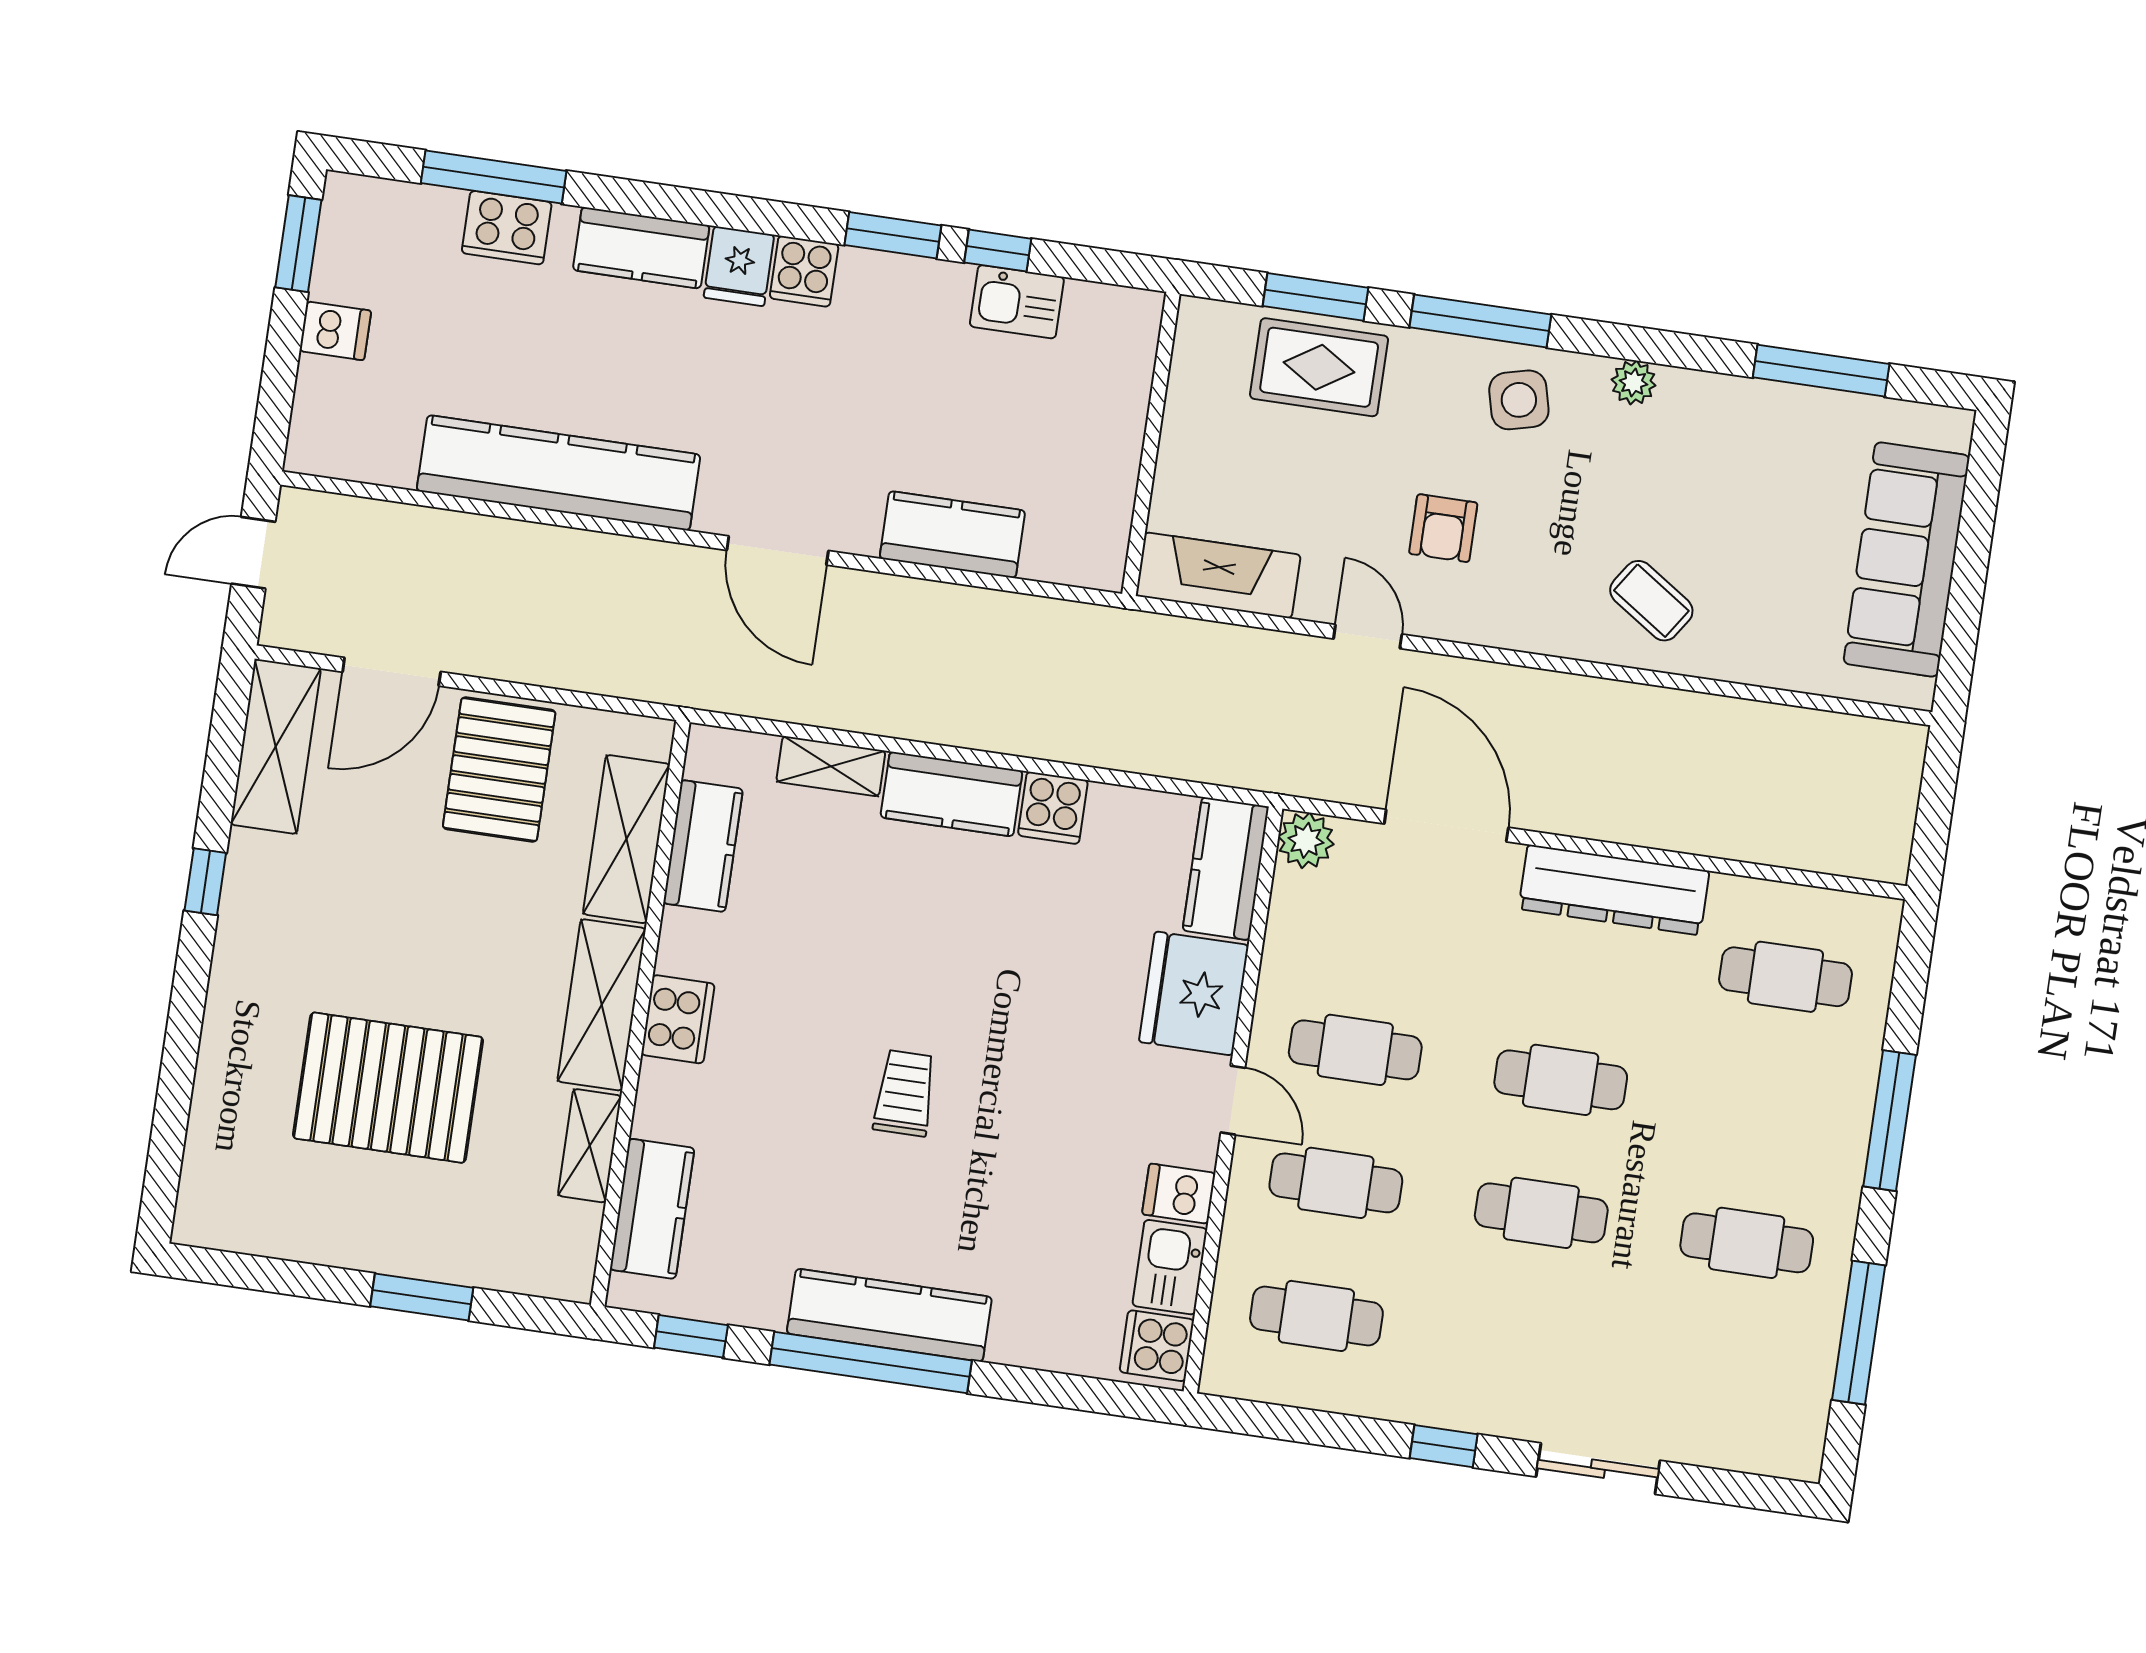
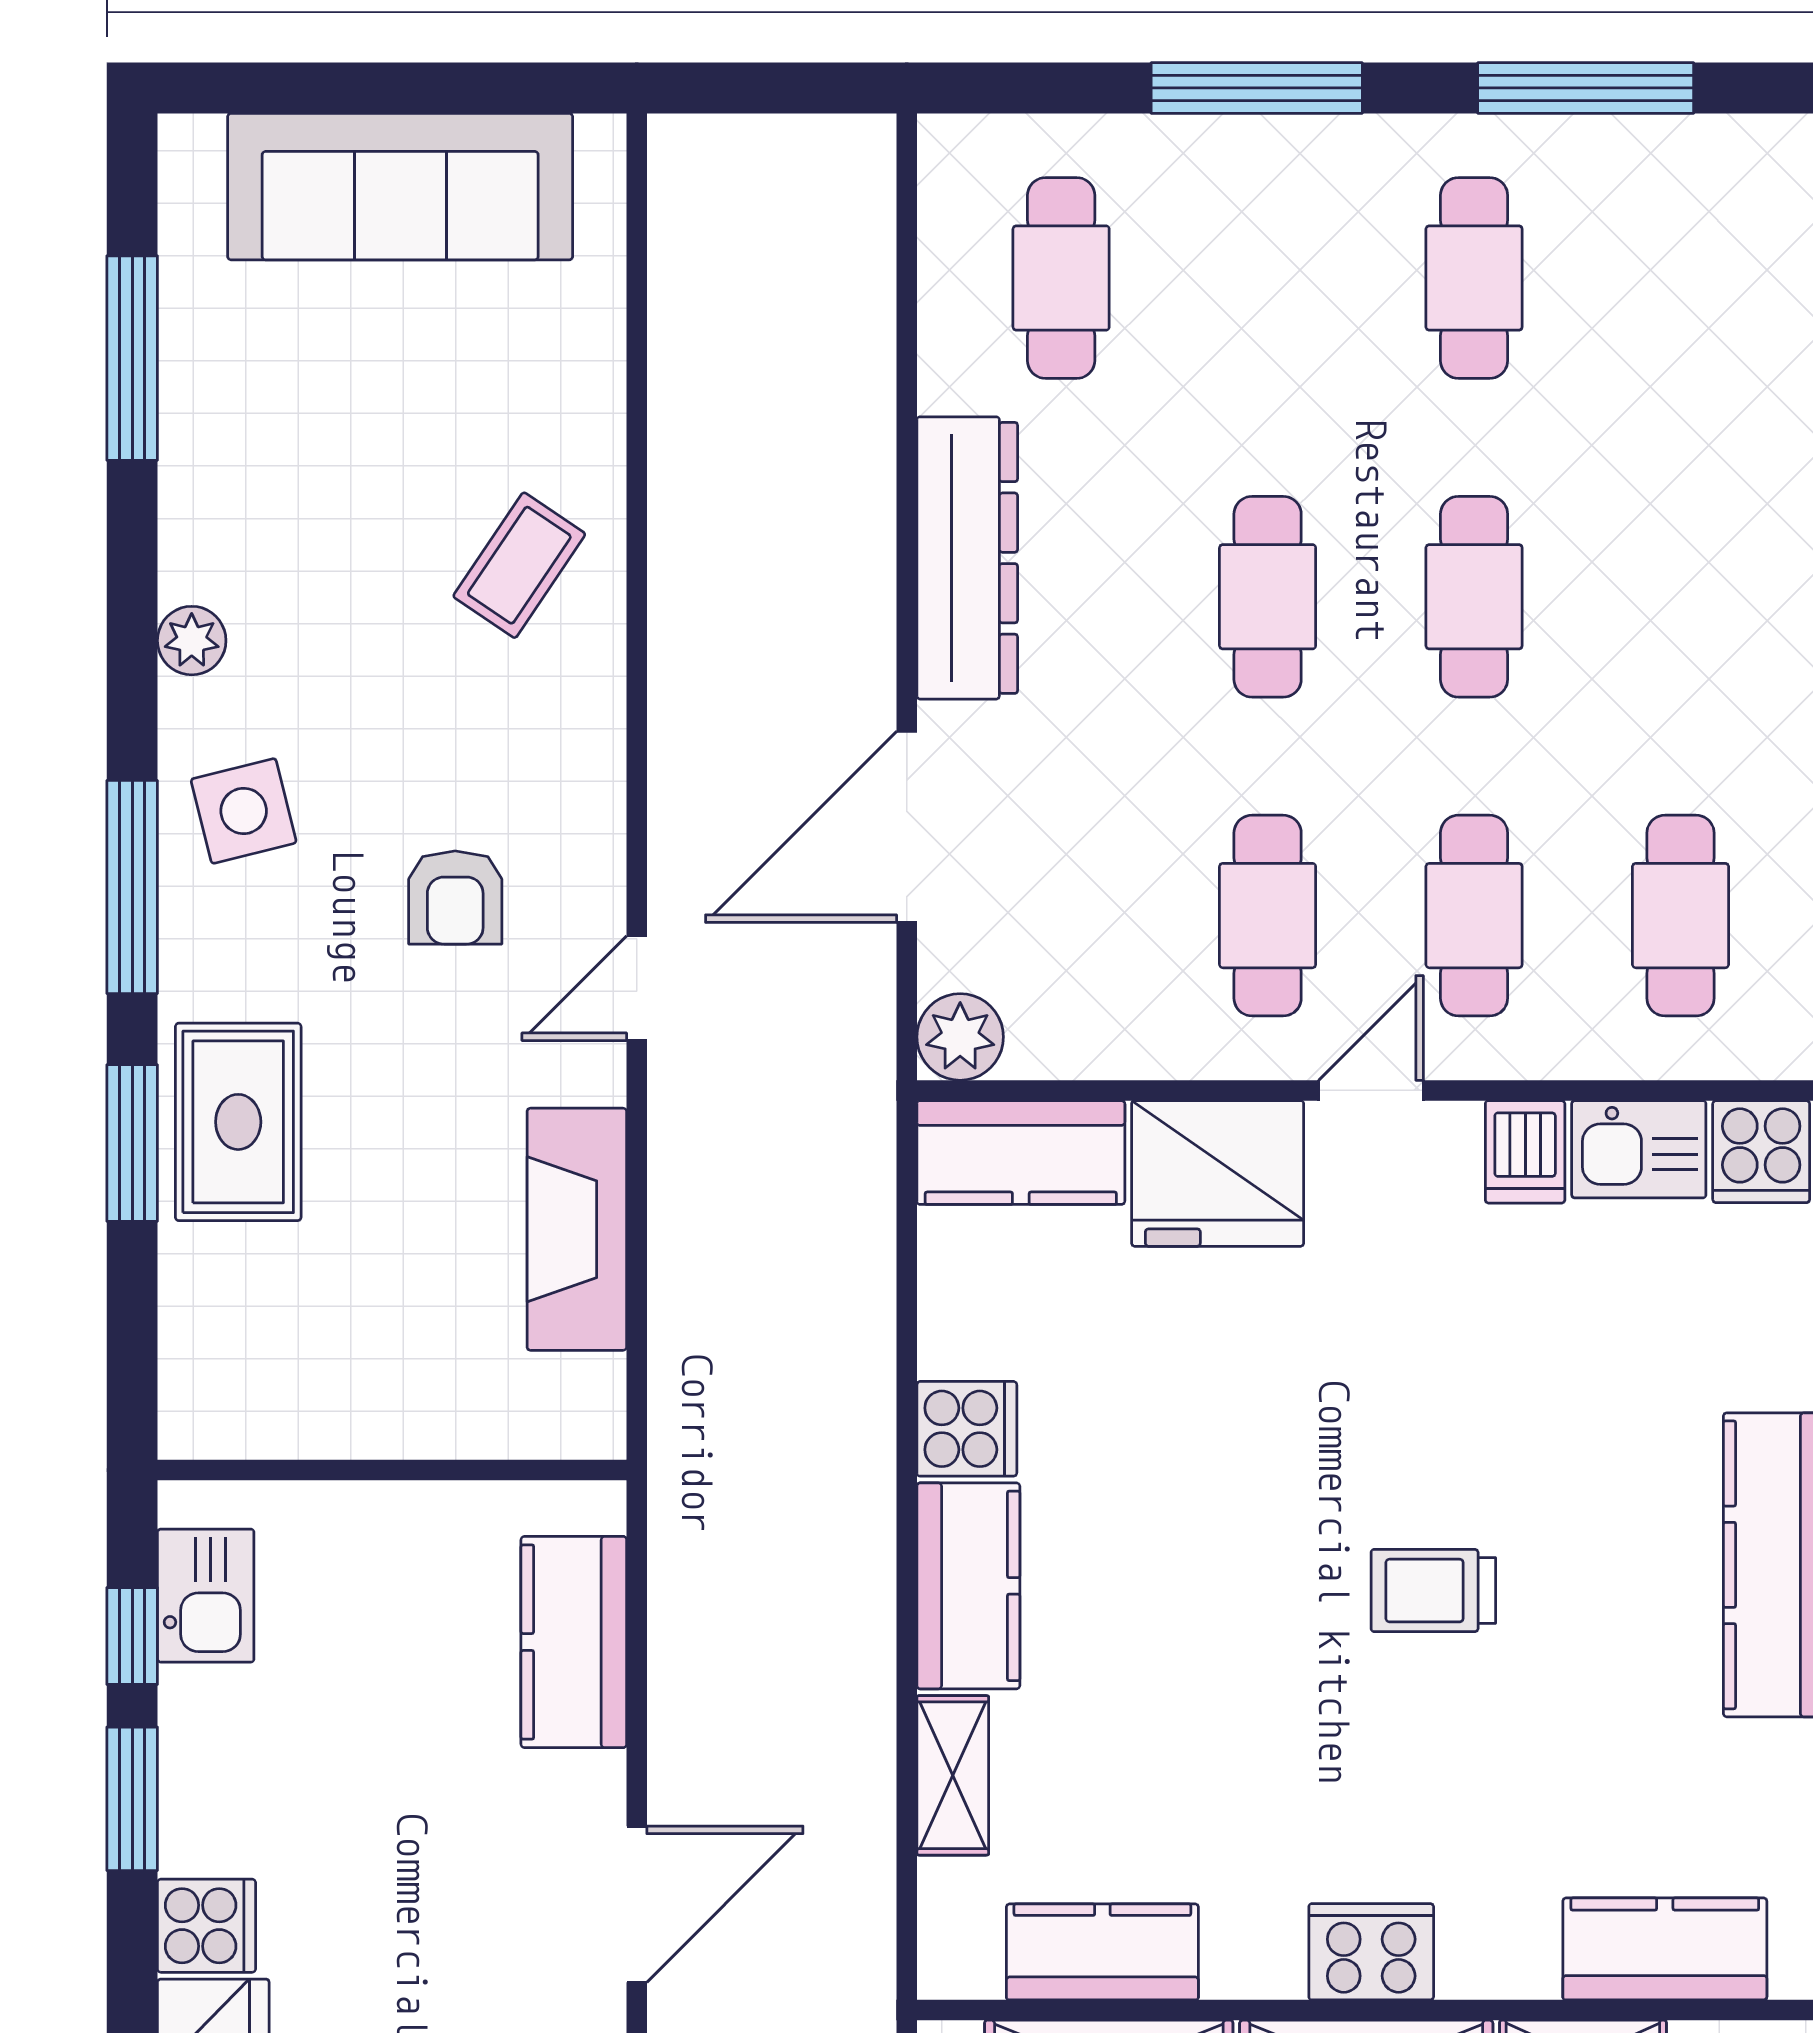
wall: (1151, 444) -> (392, 1470), moved
armchair: (1443, 528) -> (455, 898), turned 90

